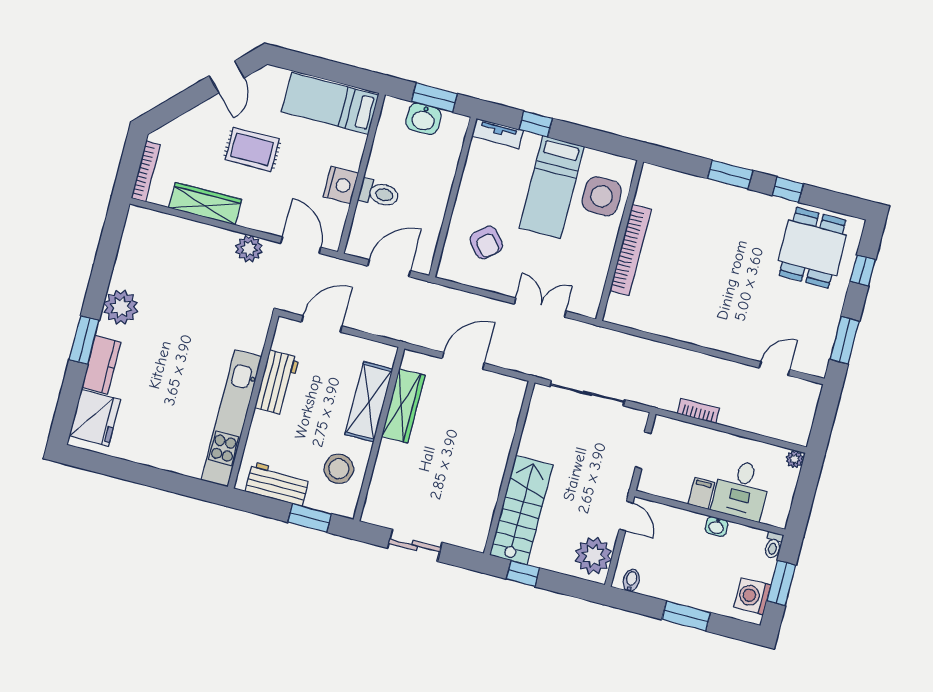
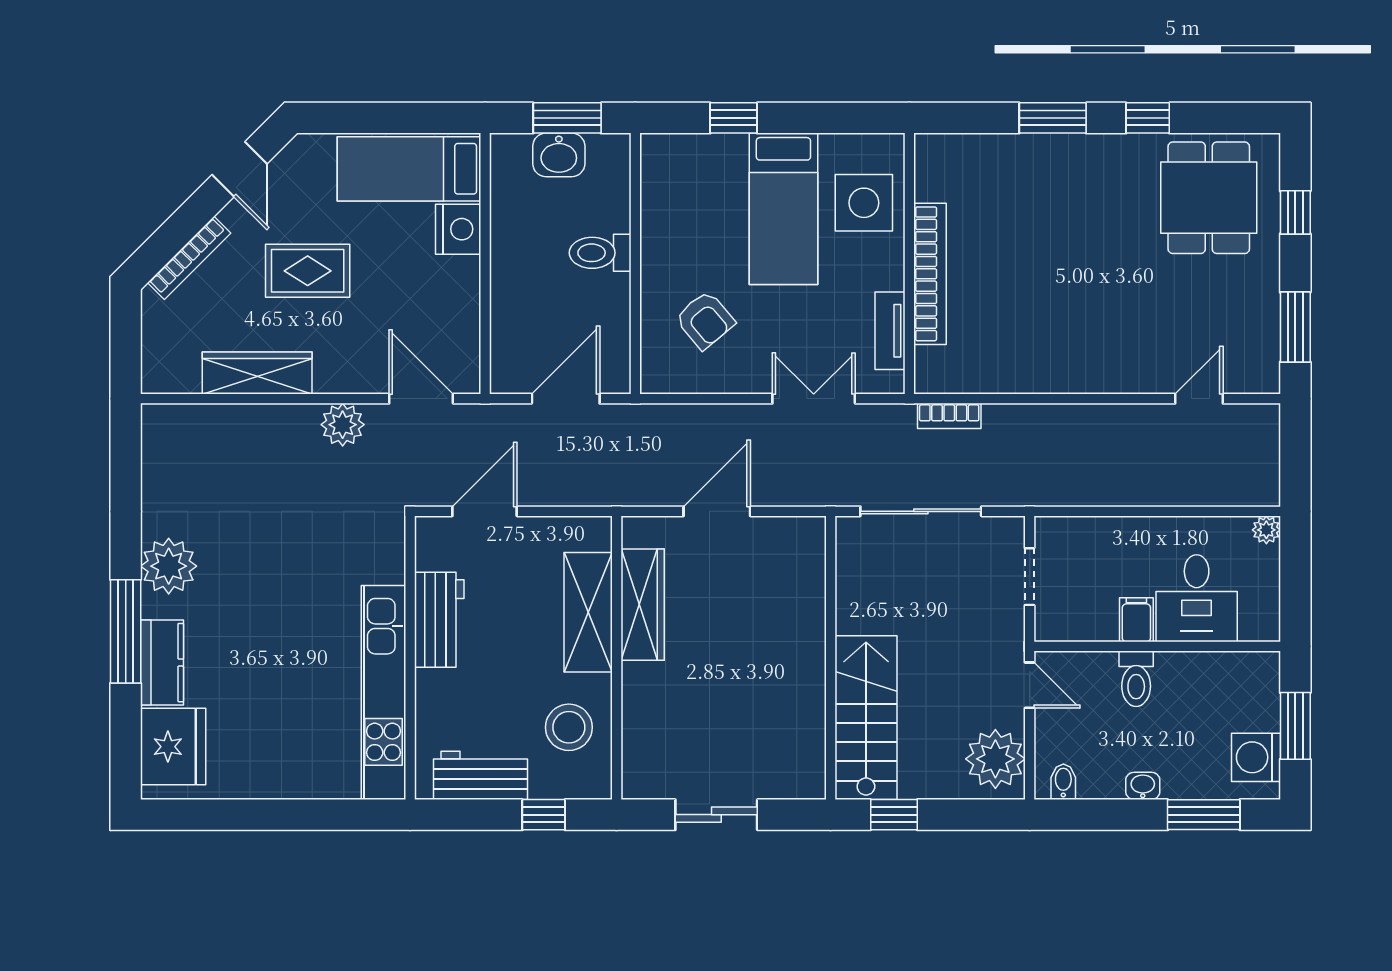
tv unit: (498, 133) -> (890, 331), moved, turned 90
bookcase: (146, 171) -> (189, 258), moved, turned 45
nightstand: (341, 185) -> (458, 229), moved
toilet: (379, 193) -> (600, 253), moved, turned 180
window: (84, 340) -> (126, 631), width x1.44
bookcase: (698, 411) -> (949, 416), moved, turned 180
window: (310, 518) -> (544, 815), width x0.67
washbasin: (717, 526) -> (1143, 786), moved, turned 180
toilet: (773, 545) -> (1136, 679), moved, width x1.37, depth x1.39
window: (686, 616) -> (1204, 815), moved

